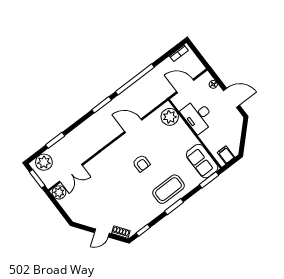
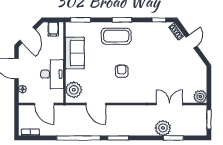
door: (133, 126) -> (96, 104), moved
door: (244, 133) -> (27, 35), added
sofa: (202, 161) -> (75, 53), moved
plant: (44, 162) -> (163, 128), moved
double door: (71, 173) -> (170, 104), moved
door: (102, 233) -> (191, 42), hinge flipped

